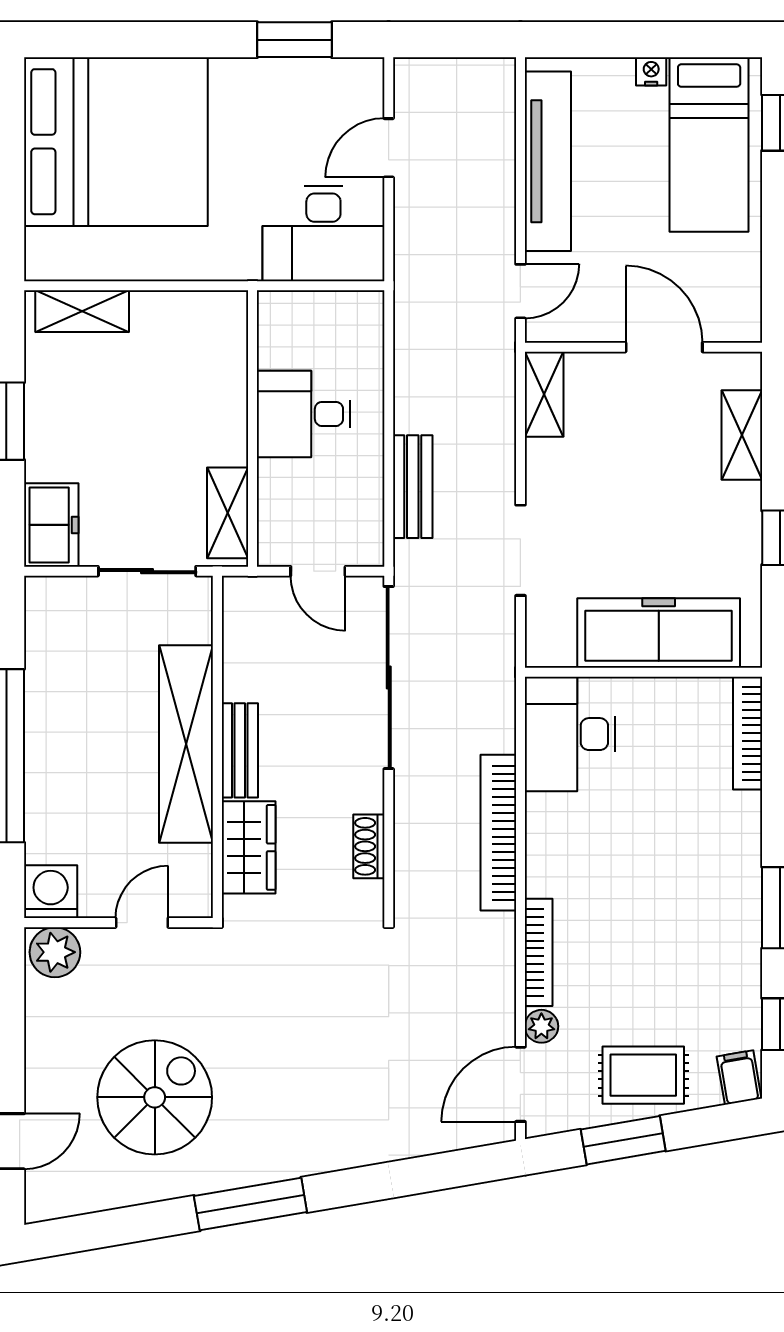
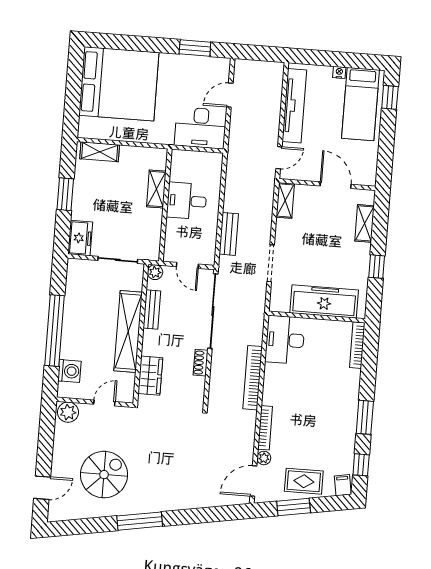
shelving: (228, 513) -> (156, 189), moved
plant: (240, 594) -> (155, 272), added
bench: (240, 750) -> (152, 310), moved
shoe rack: (369, 846) -> (201, 363), moved
washing machine: (51, 892) -> (69, 371), moved, turned 90

